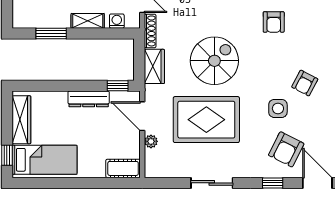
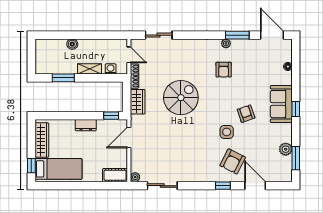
armchair: (305, 83) -> (246, 114), turned 133
dresser: (89, 99) -> (86, 125), width x0.70
door: (142, 116) -> (129, 138), hinge flipped
rug: (206, 120) -> (175, 140), removed
plant: (151, 141) -> (135, 177), moved
sliding door: (212, 183) -> (162, 186), moved

